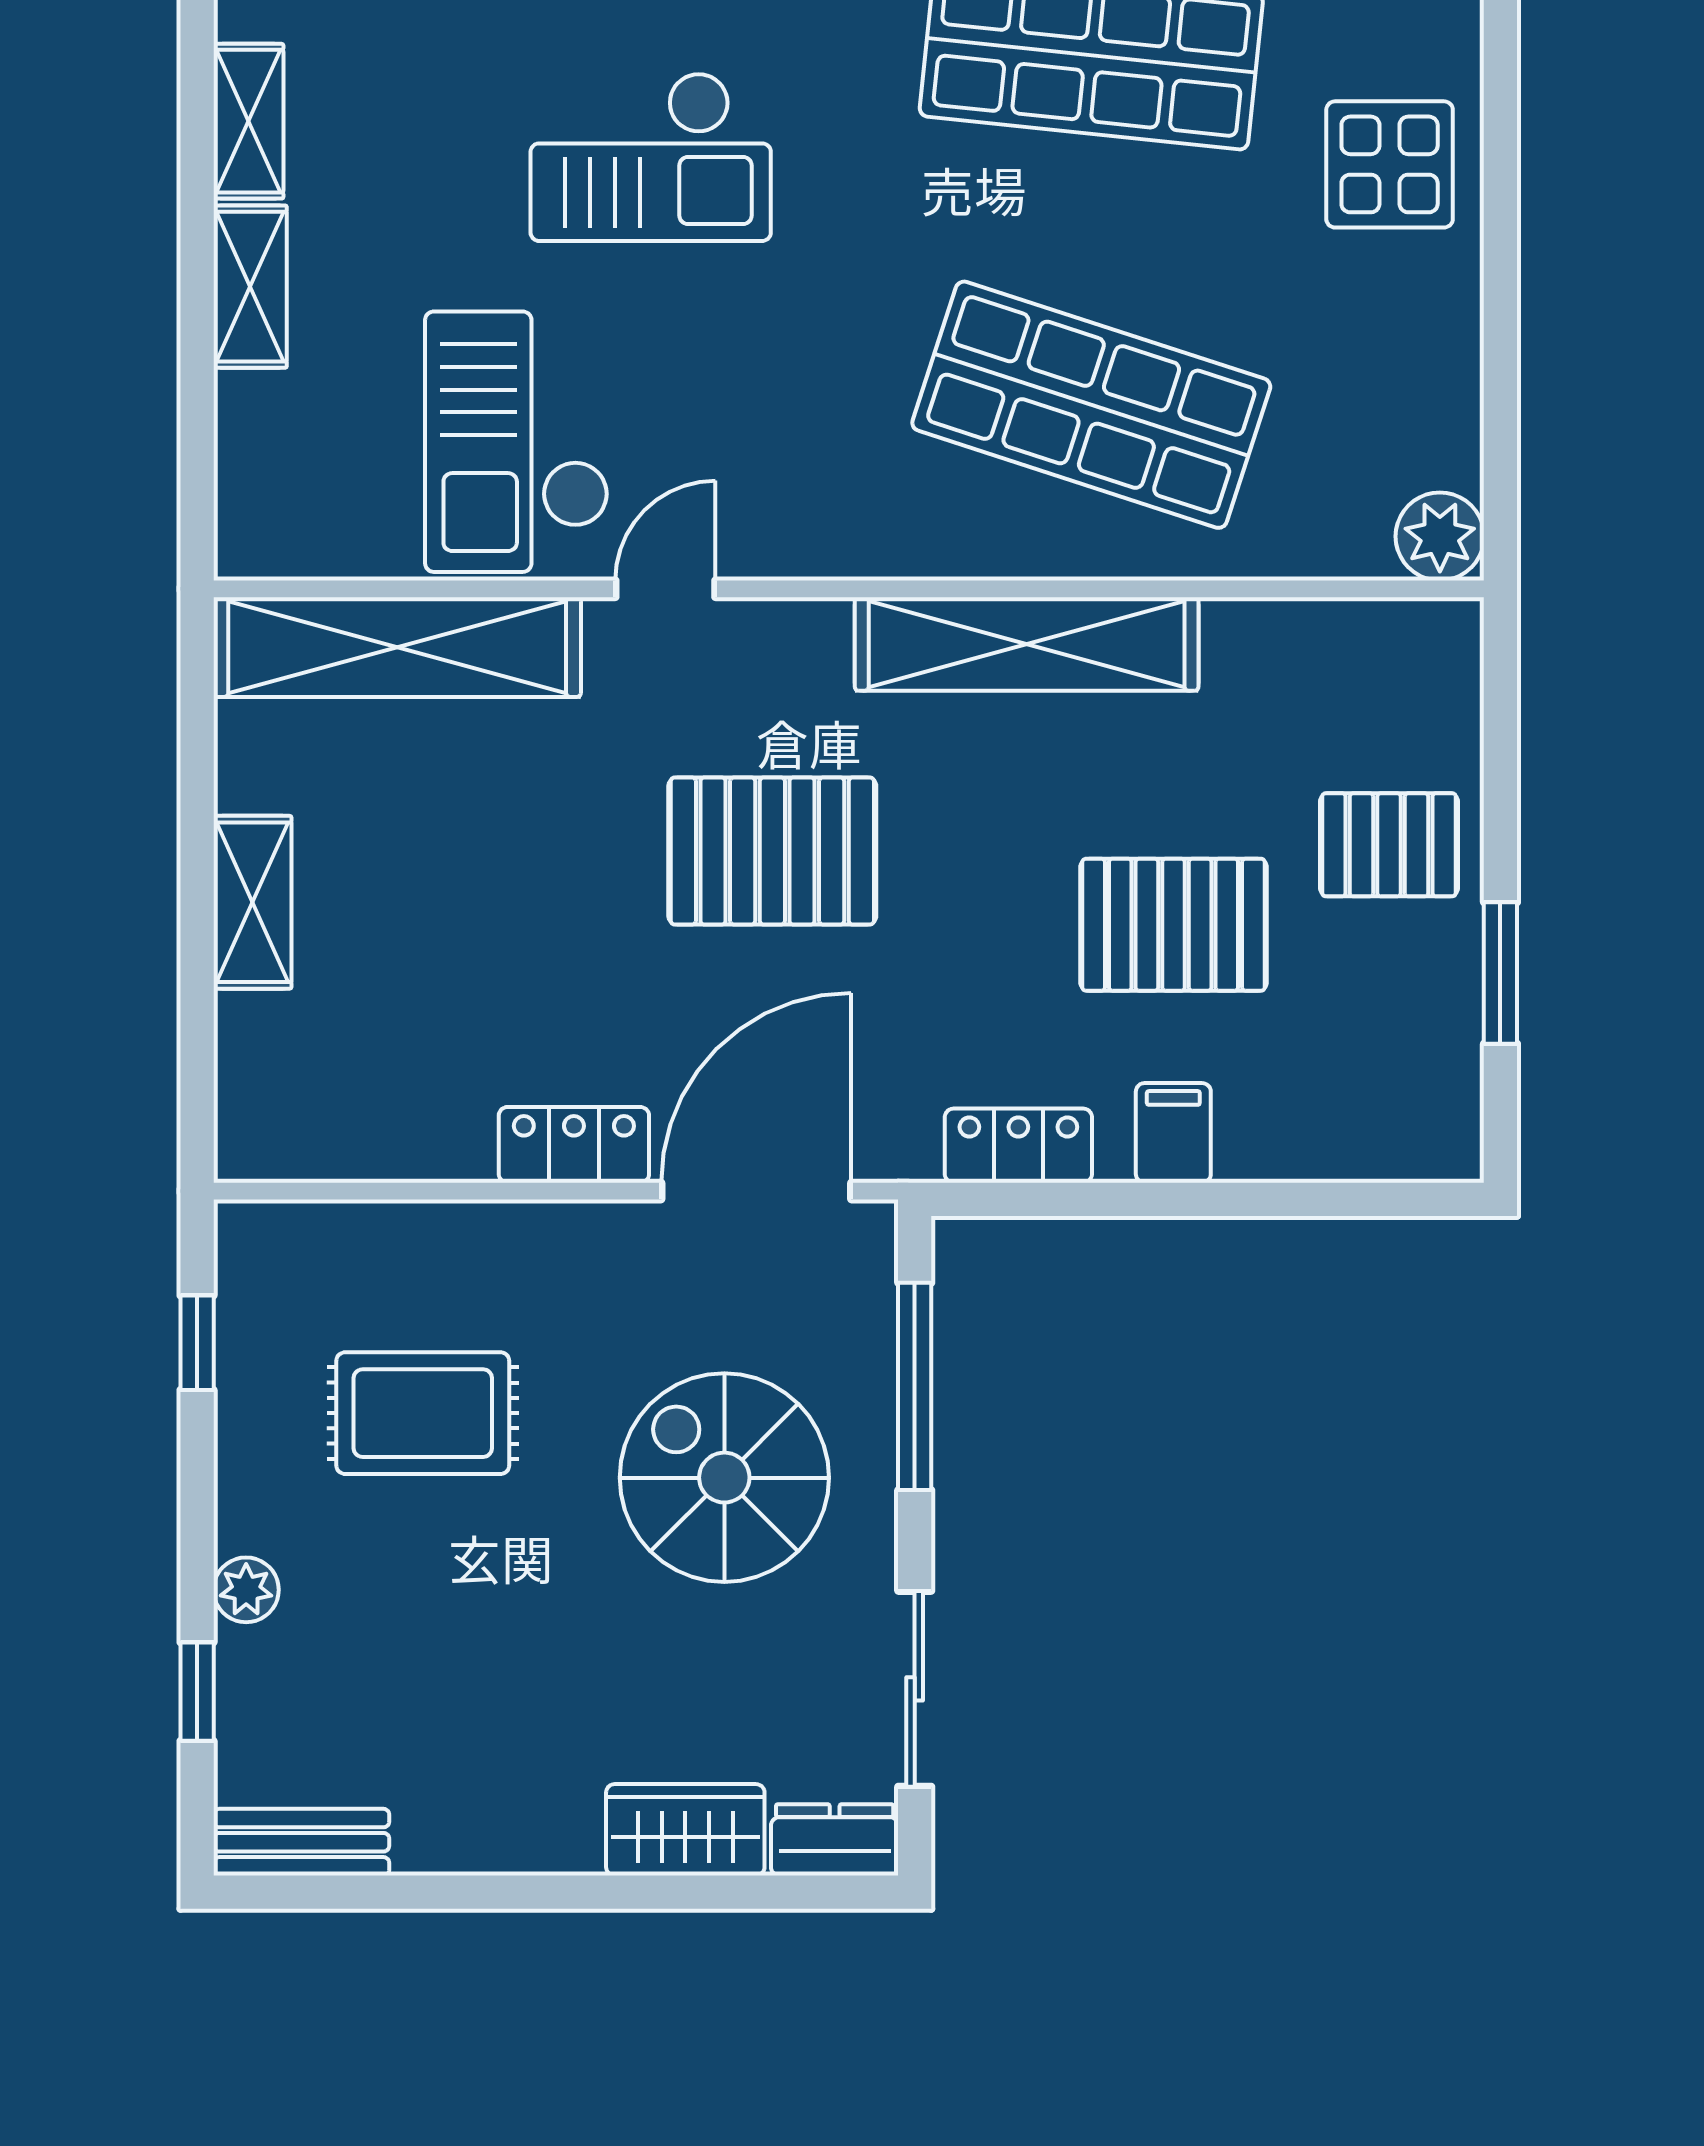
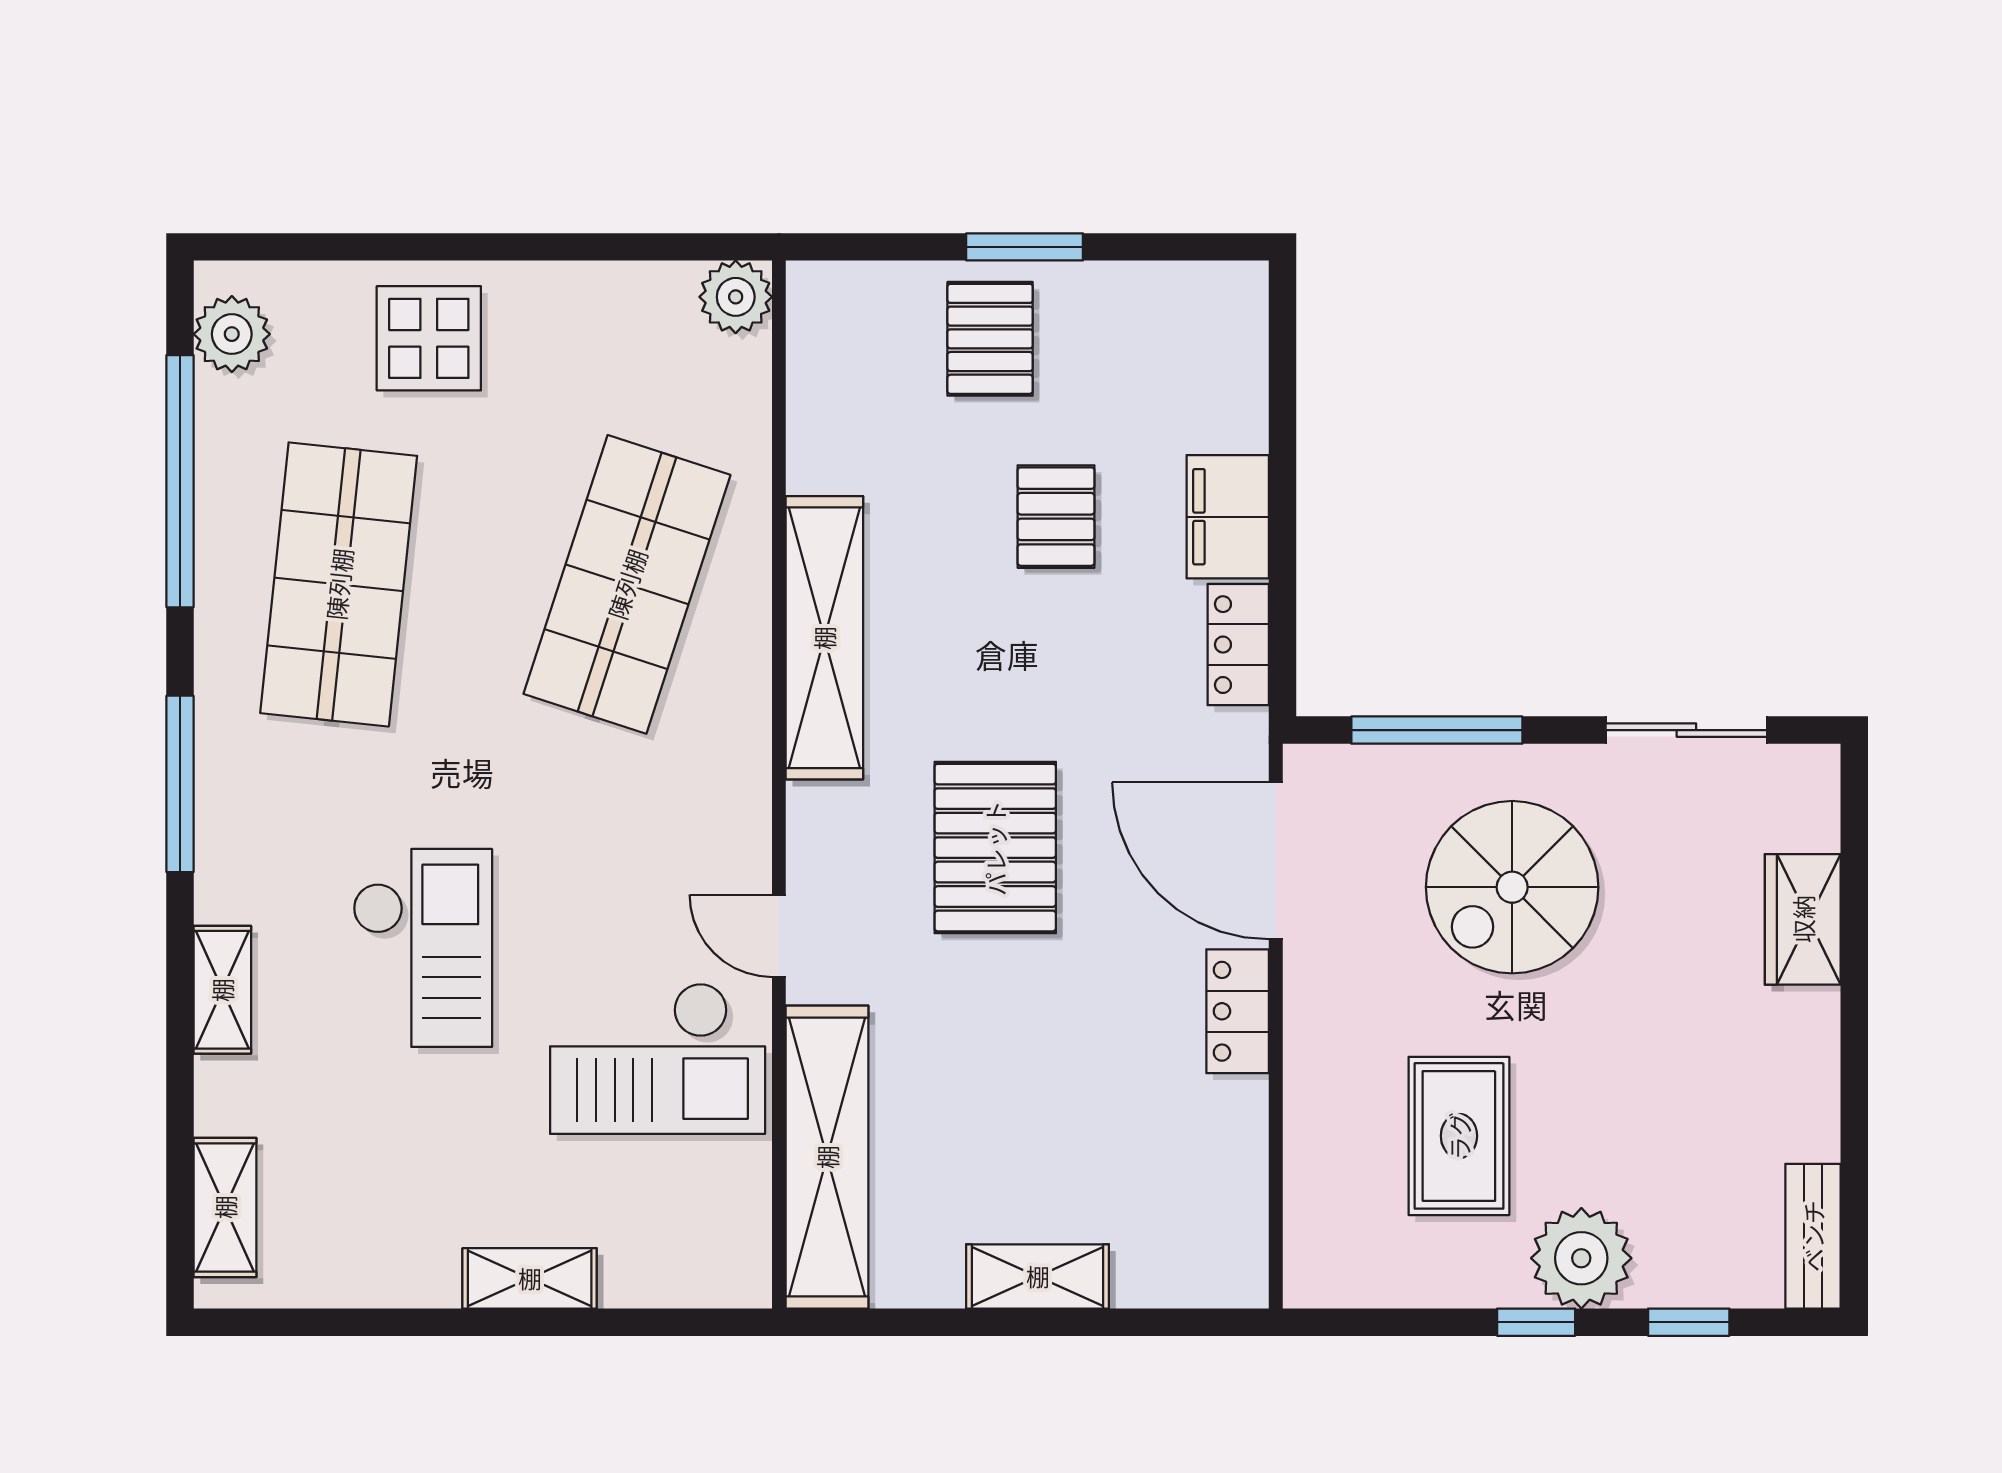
shelving: (248, 121) -> (393, 1280), removed
pallet: (1174, 925) -> (1056, 517), width x0.67, depth x0.71
window: (1500, 973) -> (1025, 247), moved
filing cabinet: (1173, 1133) -> (1228, 517), width x2.00
window: (197, 1343) -> (1536, 1322), moved
plant: (246, 1590) -> (1581, 1258), width x1.88, depth x1.88
dresser: (835, 1840) -> (1811, 796), removed

